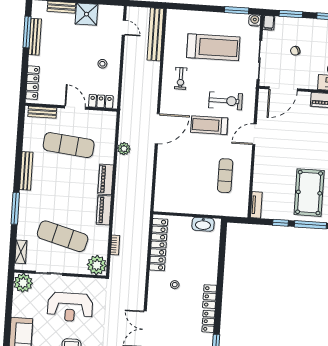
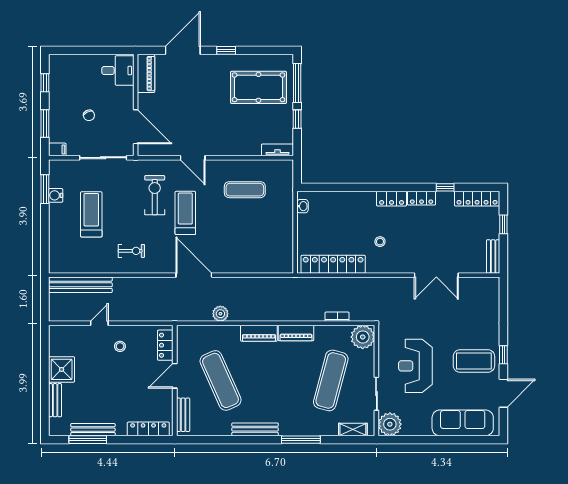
water cooler: (255, 20) -> (56, 195), moved
door: (124, 28) -> (99, 323), moved
treadmill: (213, 47) -> (91, 214), width x0.73, depth x0.73
treadmill: (209, 125) -> (185, 213), turned 180
exercise mat: (69, 145) -> (220, 380), turned -30
washbasin: (203, 224) -> (303, 206), width x0.52, depth x0.69
reception desk: (70, 307) -> (415, 366), turned 180

